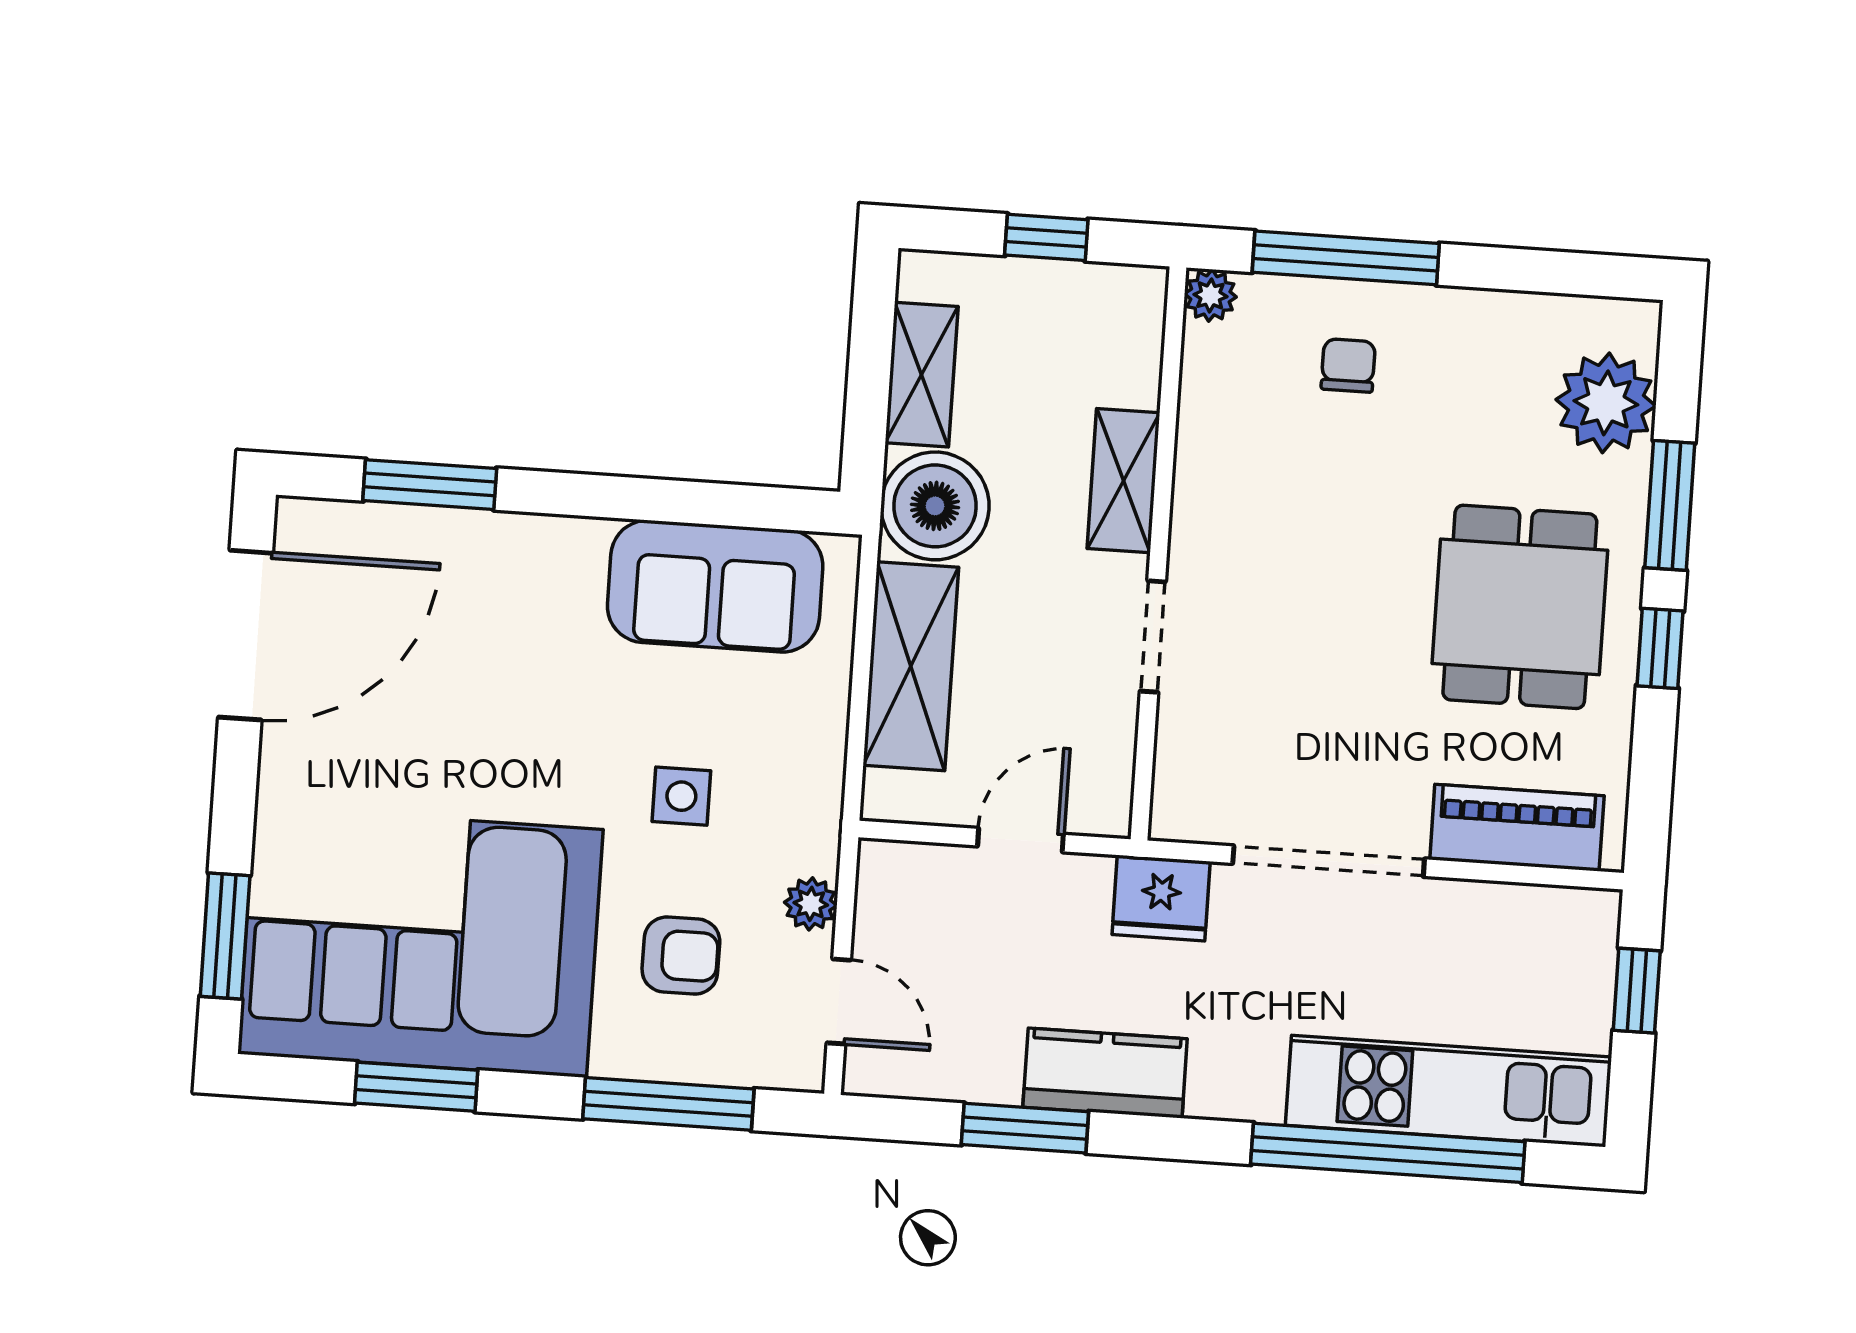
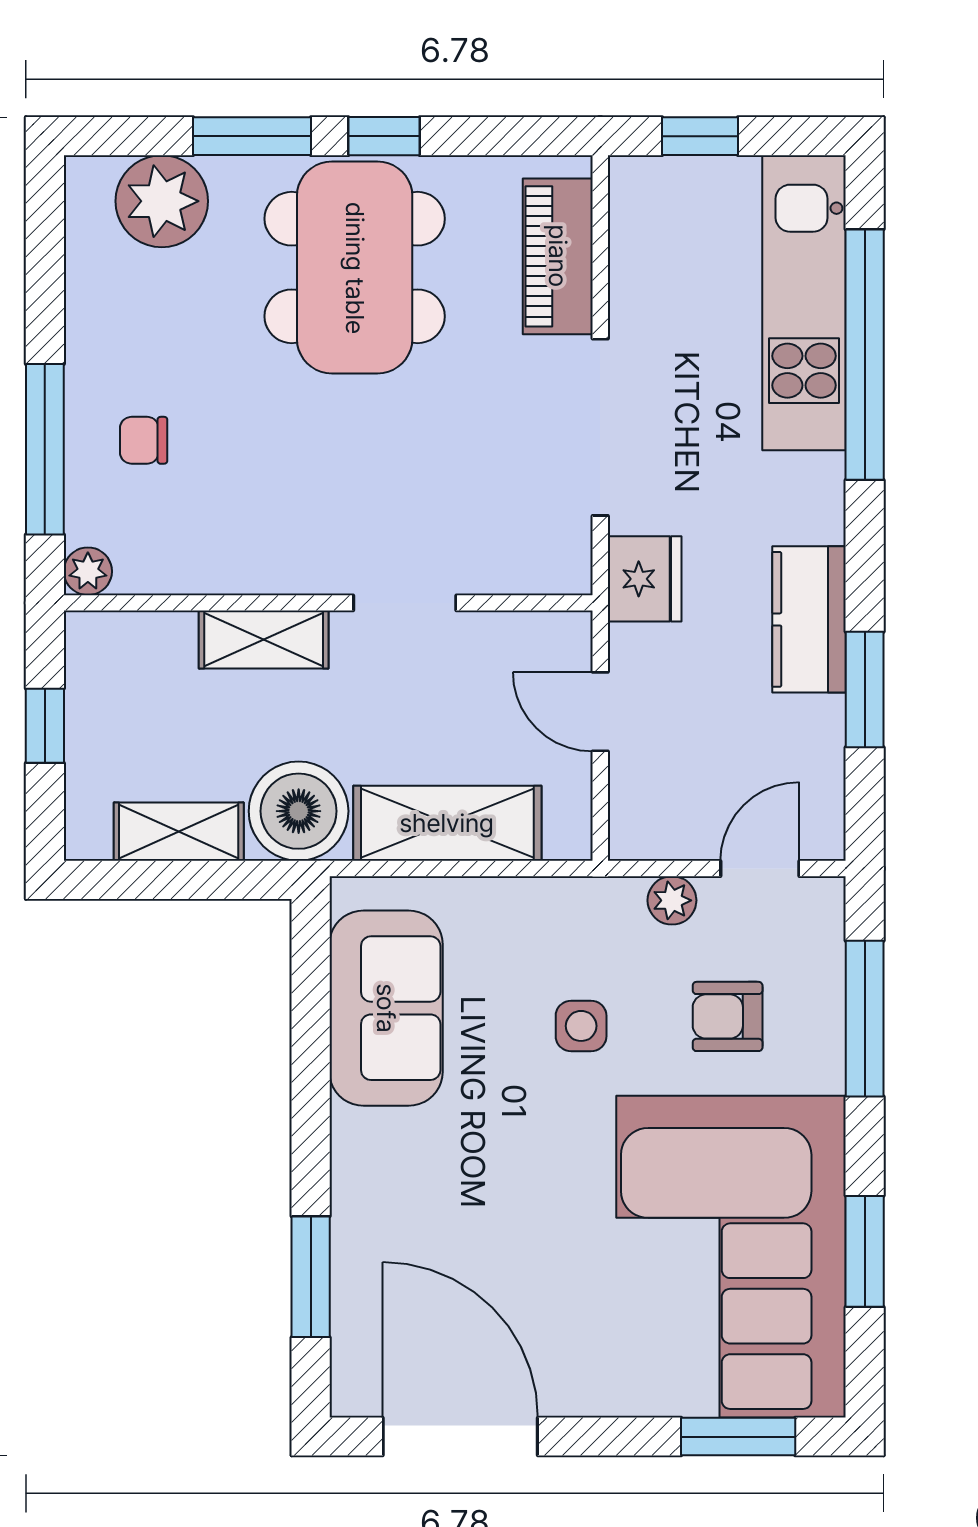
dining table: (1520, 607) -> (355, 268), width x1.37
armchair: (681, 956) -> (728, 1016), turned -90

